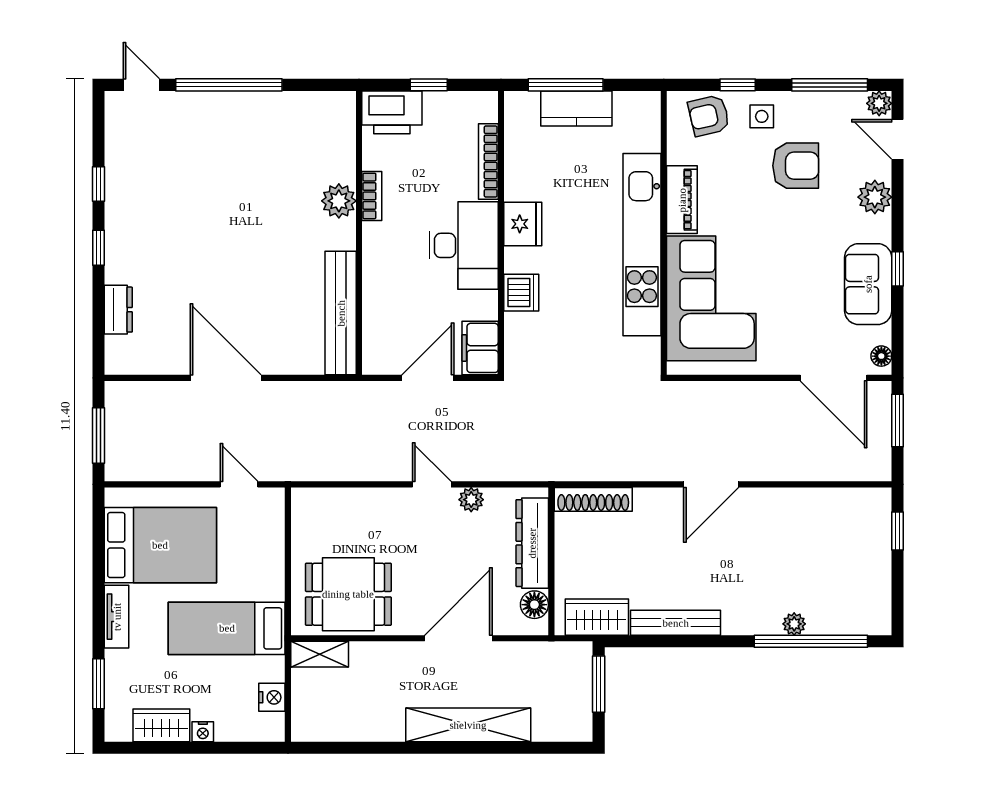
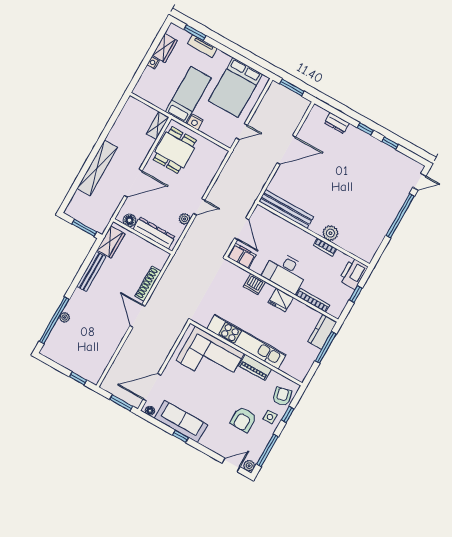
kitchen counter: (576, 109) -> (322, 332), moved
plant: (875, 197) -> (214, 443), removed
sofa: (868, 284) -> (181, 421), width x1.36
shoe rack: (593, 499) -> (148, 284), moved
tv unit: (117, 617) -> (202, 46), moved
door: (458, 638) -> (133, 183), hinge flipped
nightstand: (272, 697) -> (195, 122), moved

